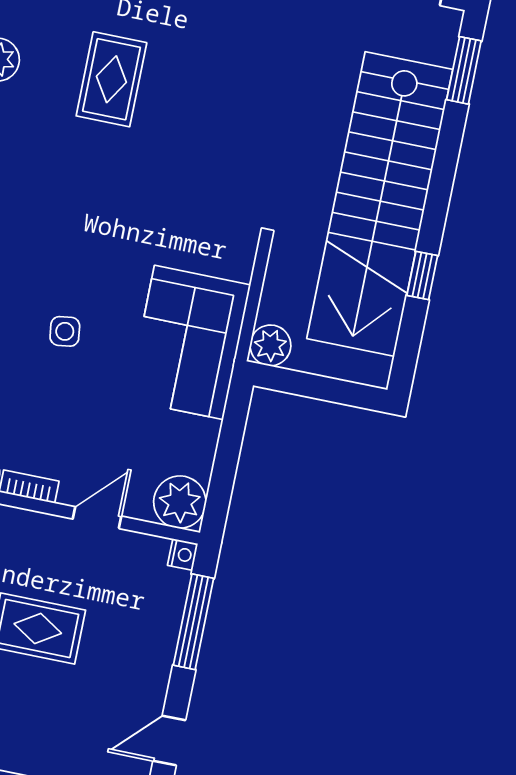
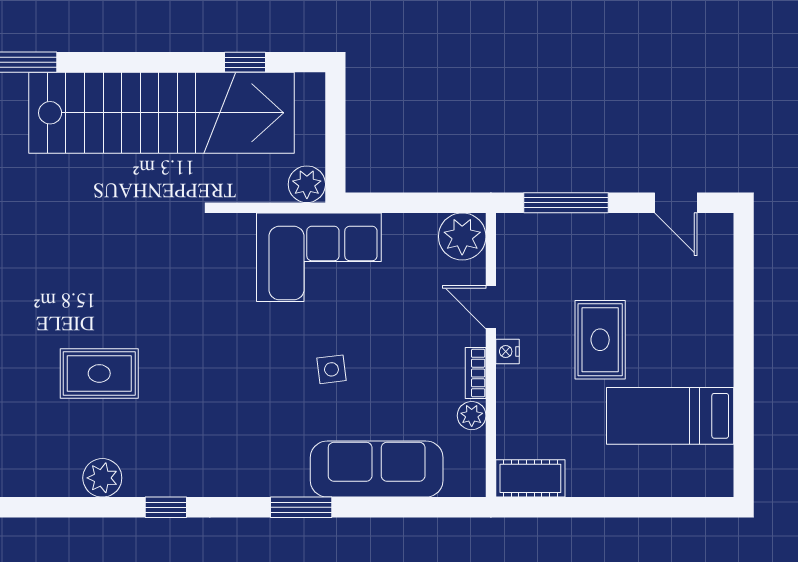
window: (422, 275) -> (245, 62), moved
nightstand: (183, 555) -> (508, 351), moved, turned -90

